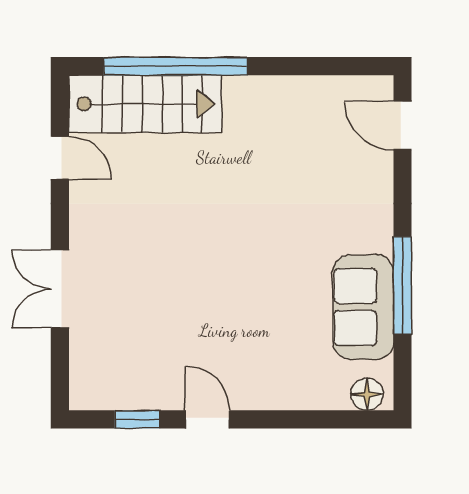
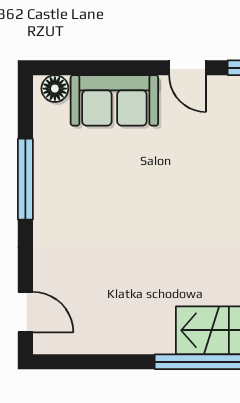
sofa: (363, 307) -> (114, 100), moved, turned 90

